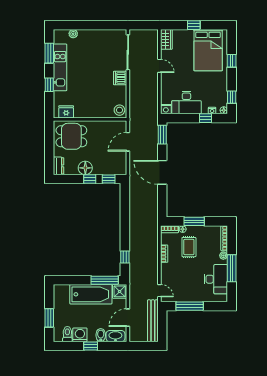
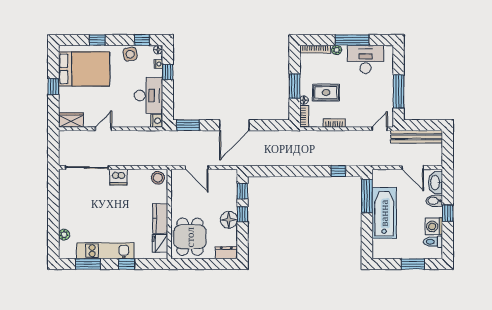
side table: (220, 88) -> (130, 54), added
kitchen counter: (86, 112) -> (160, 219), added
shower: (120, 291) -> (381, 178), removed

